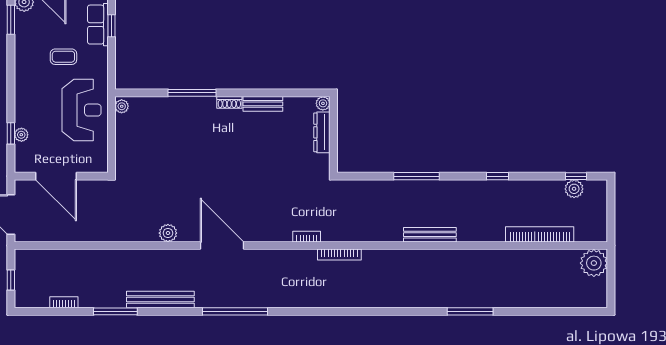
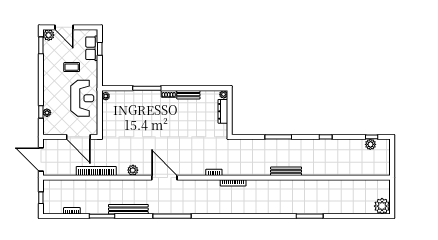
door: (56, 176) -> (78, 137), moved
bookcase: (540, 234) -> (96, 171), moved
plant: (594, 263) -> (382, 206), moved

